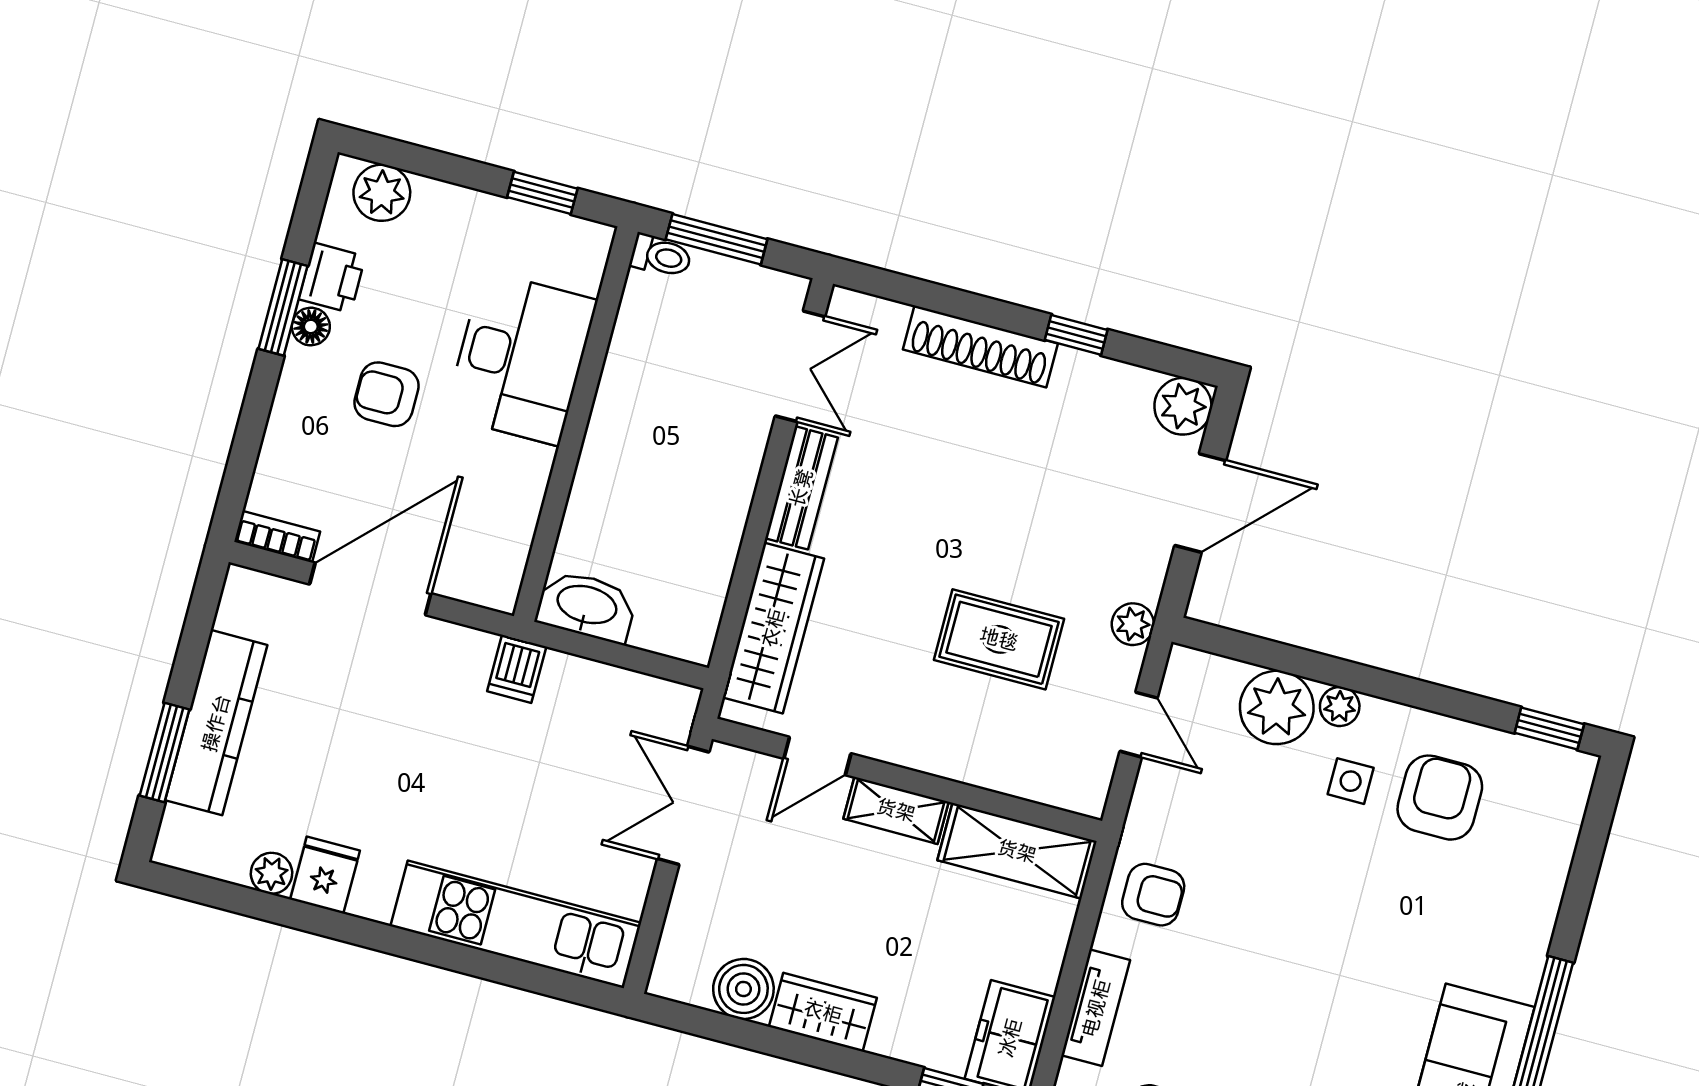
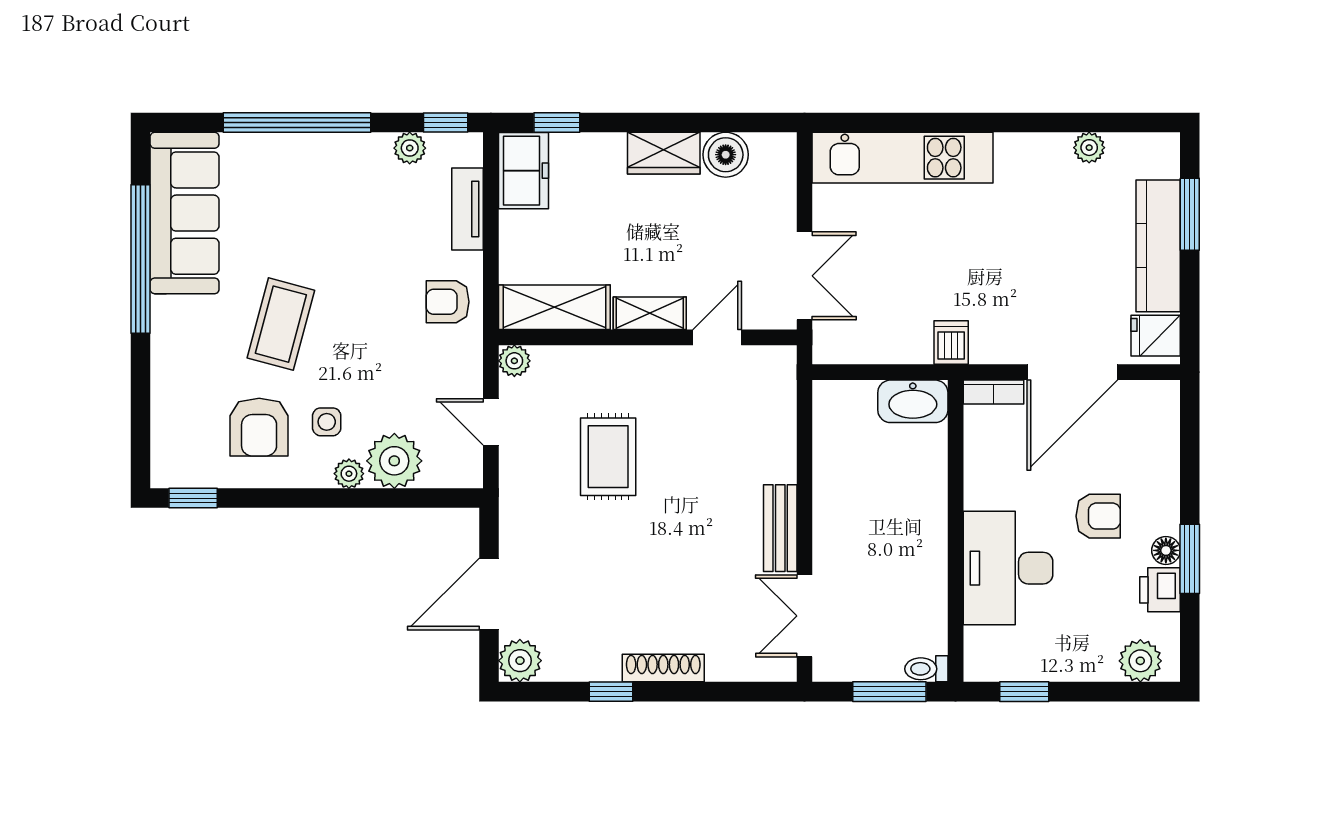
shoe rack: (980, 347) -> (663, 668), width x0.74, depth x0.81
bookcase: (277, 537) -> (993, 392), moved
plant: (1133, 624) -> (514, 361), moved
wardrobe: (773, 628) -> (774, 421), removed
rug: (999, 639) -> (608, 457), turned 90
fridge: (325, 875) -> (1156, 336), moved, turned 90
coffee table: (1376, 923) -> (281, 324), added

